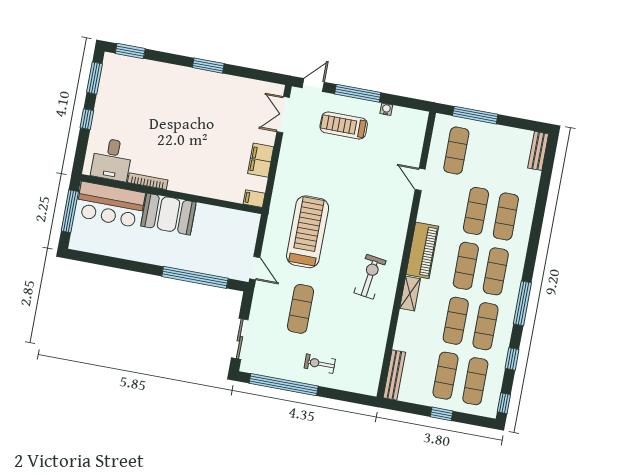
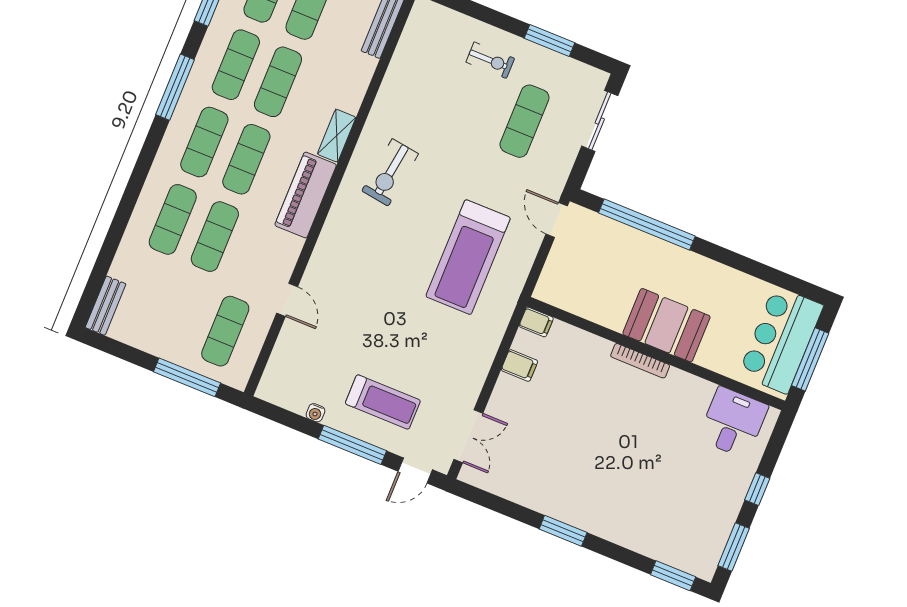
filing cabinet: (261, 160) -> (519, 365), width x0.50
bookcase: (148, 181) -> (640, 361), moved
bar counter: (110, 205) -> (781, 340), moved, turned -90
exercise mat: (301, 309) -> (525, 121), moved
window: (284, 385) -> (549, 40), width x0.47

